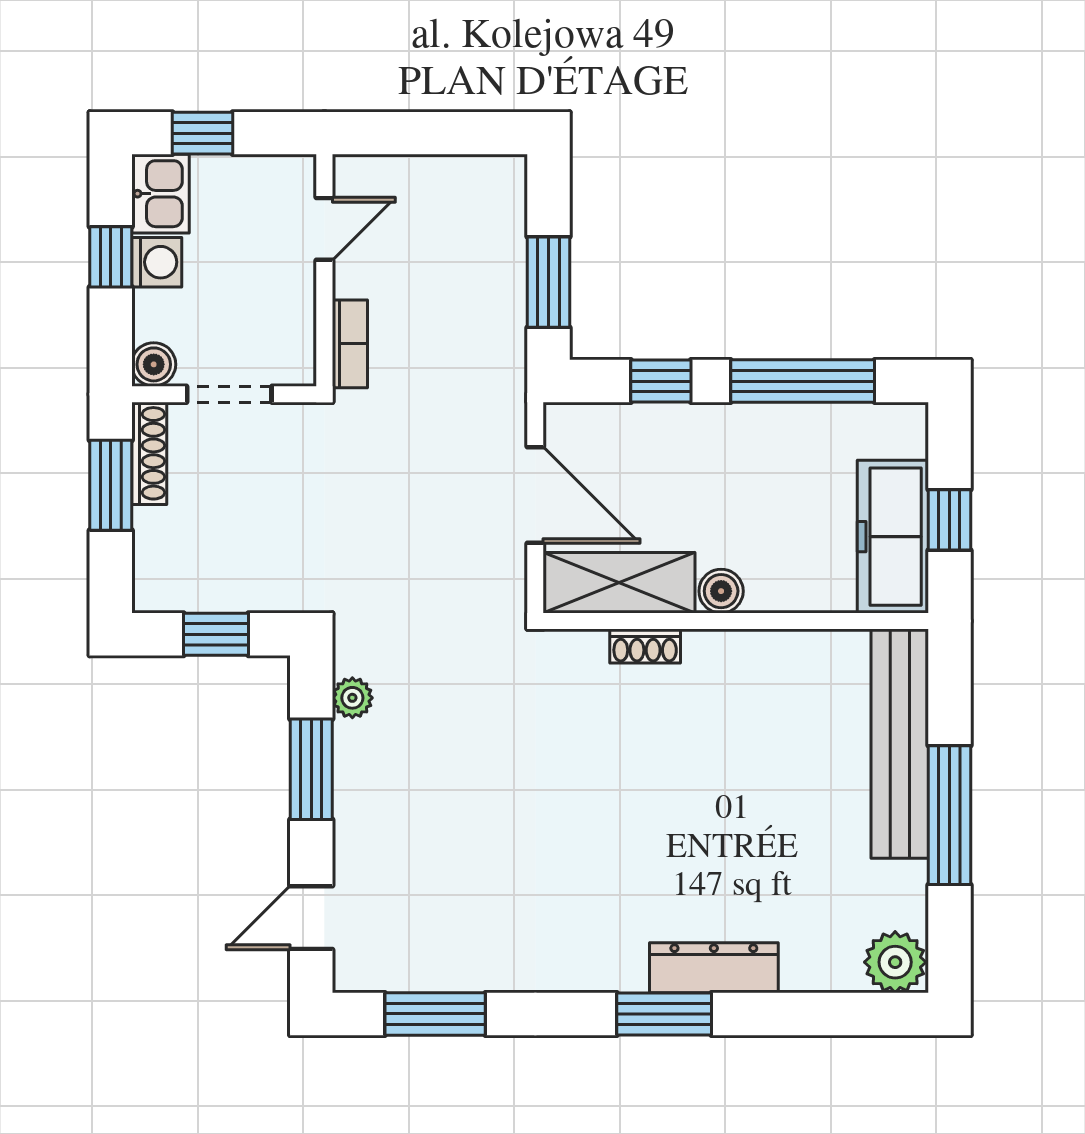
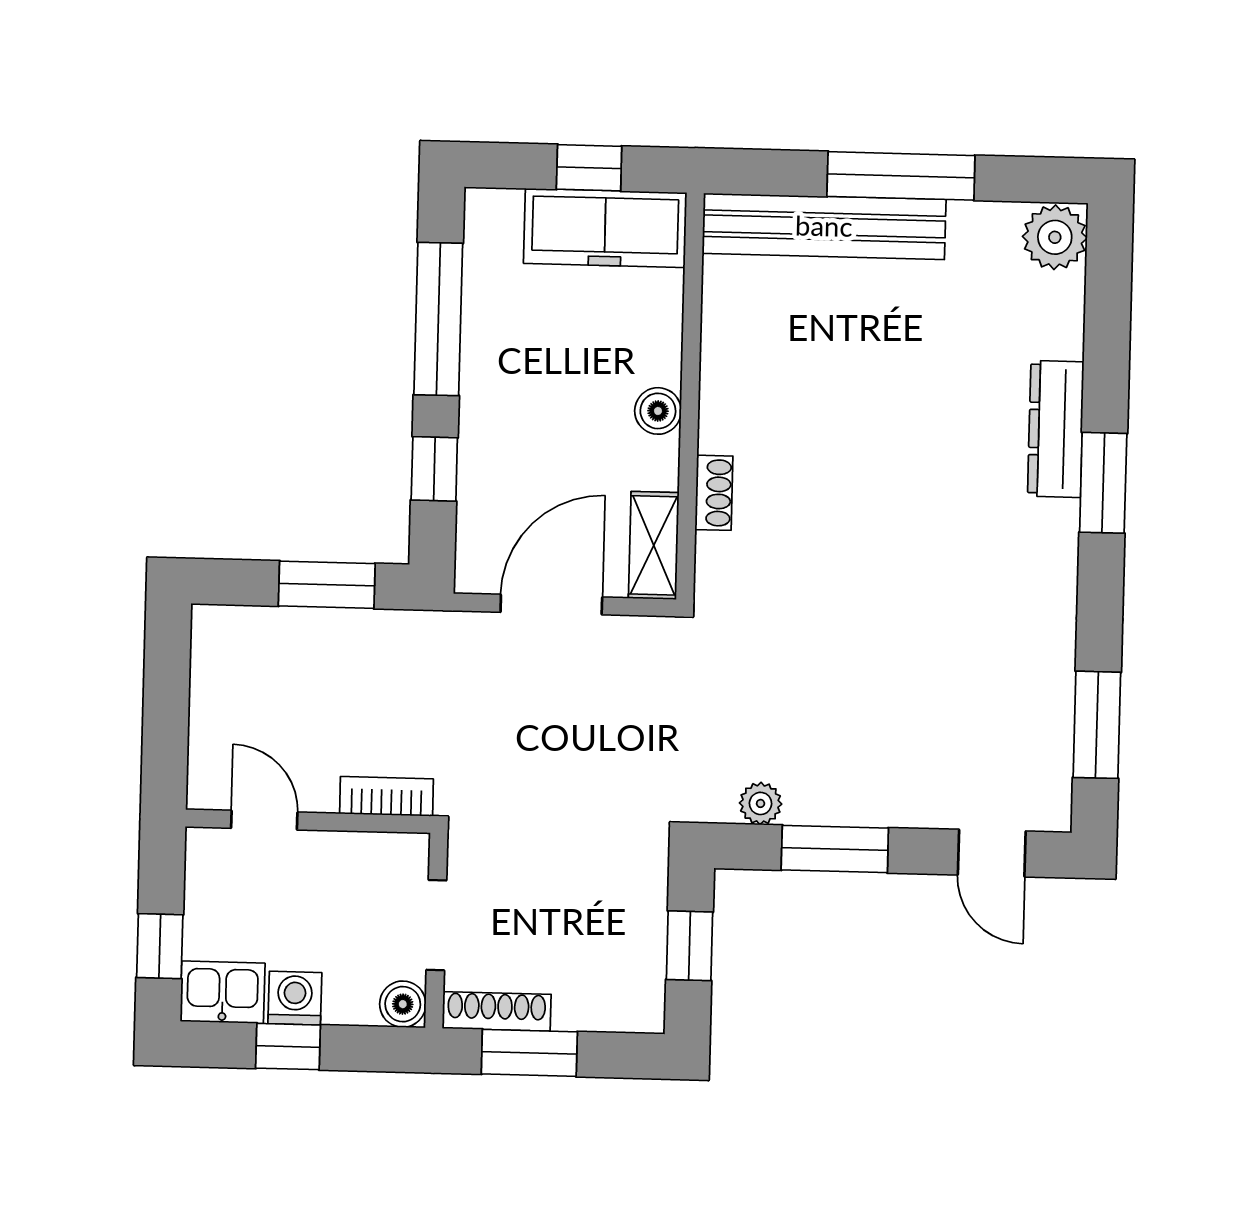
shelving: (619, 583) -> (654, 545), width x0.67, depth x0.75

